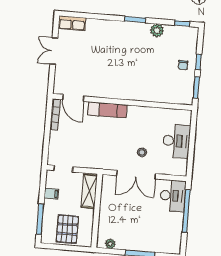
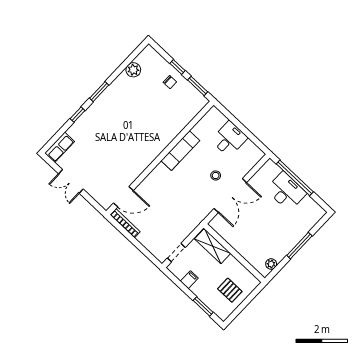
window: (182, 23) -> (77, 115), moved
plant: (157, 30) -> (133, 70), moved
exam couch: (107, 110) -> (180, 151), moved
desk: (176, 141) -> (229, 139), width x0.73
desk: (173, 196) -> (286, 191), moved
window: (40, 219) -> (203, 306), width x0.69
pallet: (67, 229) -> (230, 290), width x0.67, depth x0.71

